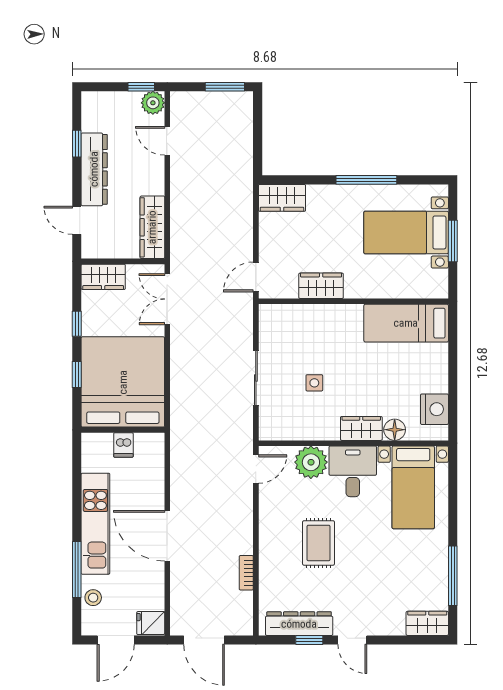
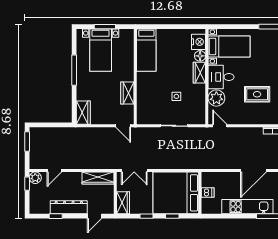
nightstand: (434, 409) -> (198, 42), moved, turned 90

